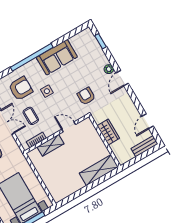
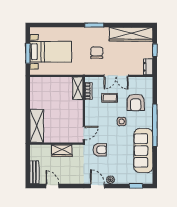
sofa: (57, 57) -> (143, 151), width x1.36
door: (69, 127) -> (84, 133), moved
shelving: (51, 145) -> (78, 88), moved

